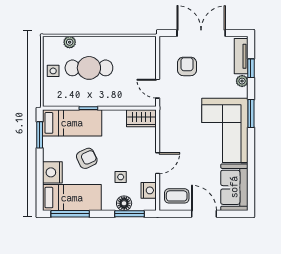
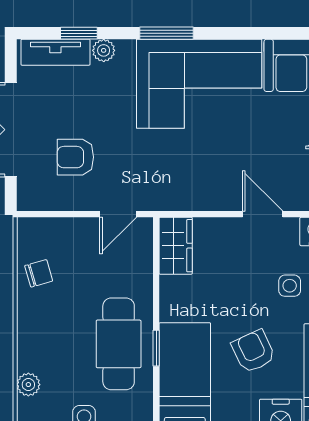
chair: (127, 48) -> (39, 273), added
cafe table: (89, 68) -> (119, 344), moved

